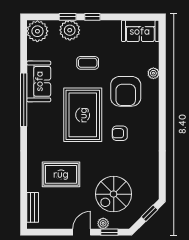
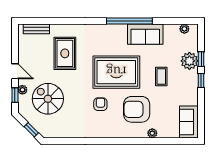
plant: (37, 31) -> (184, 29), width x0.53, depth x0.53

